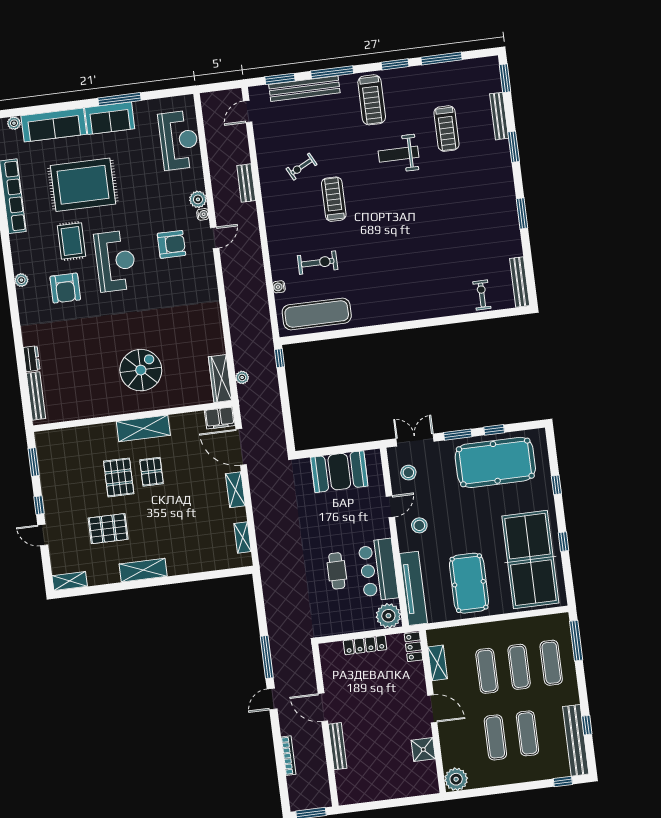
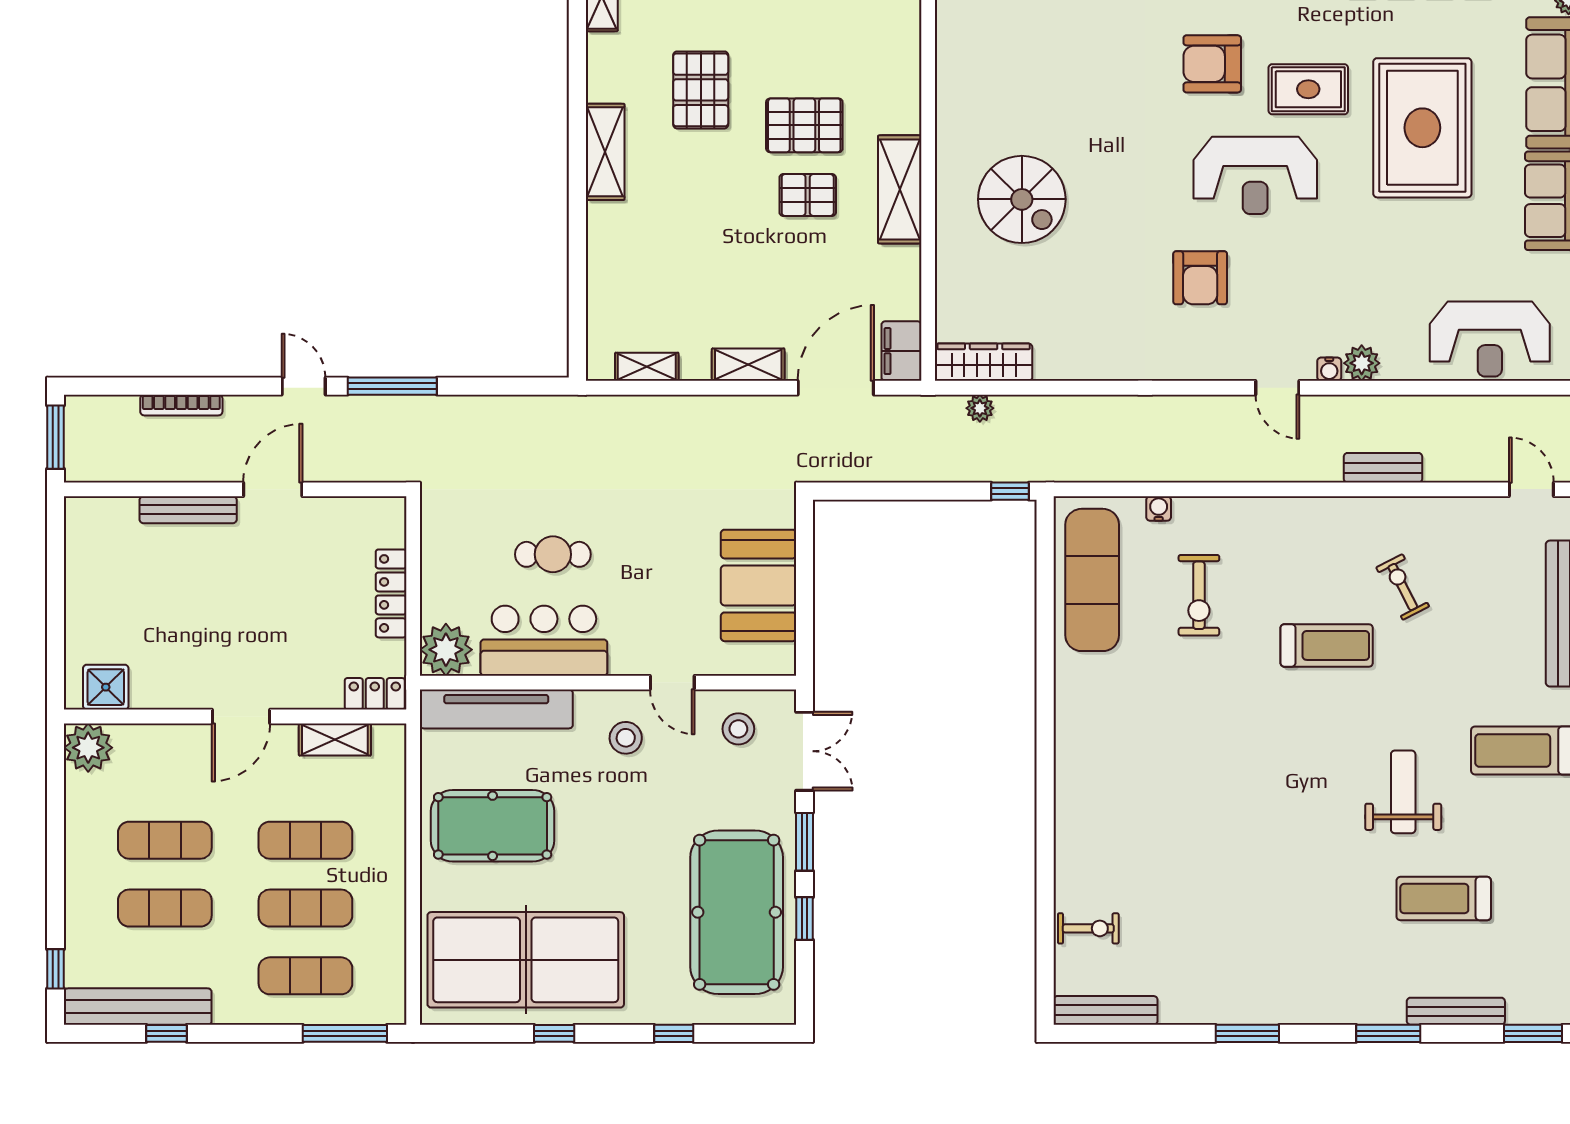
armchair: (171, 244) -> (1200, 278), moved
shower: (423, 750) -> (106, 687), moved

